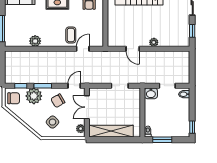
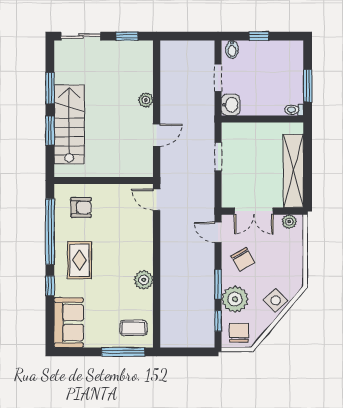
coffee table: (71, 35) -> (134, 328), moved
plant: (35, 41) -> (144, 280), moved
door: (83, 49) -> (157, 200), moved
side table: (52, 122) -> (276, 300), moved
window: (192, 127) -> (259, 36), moved

